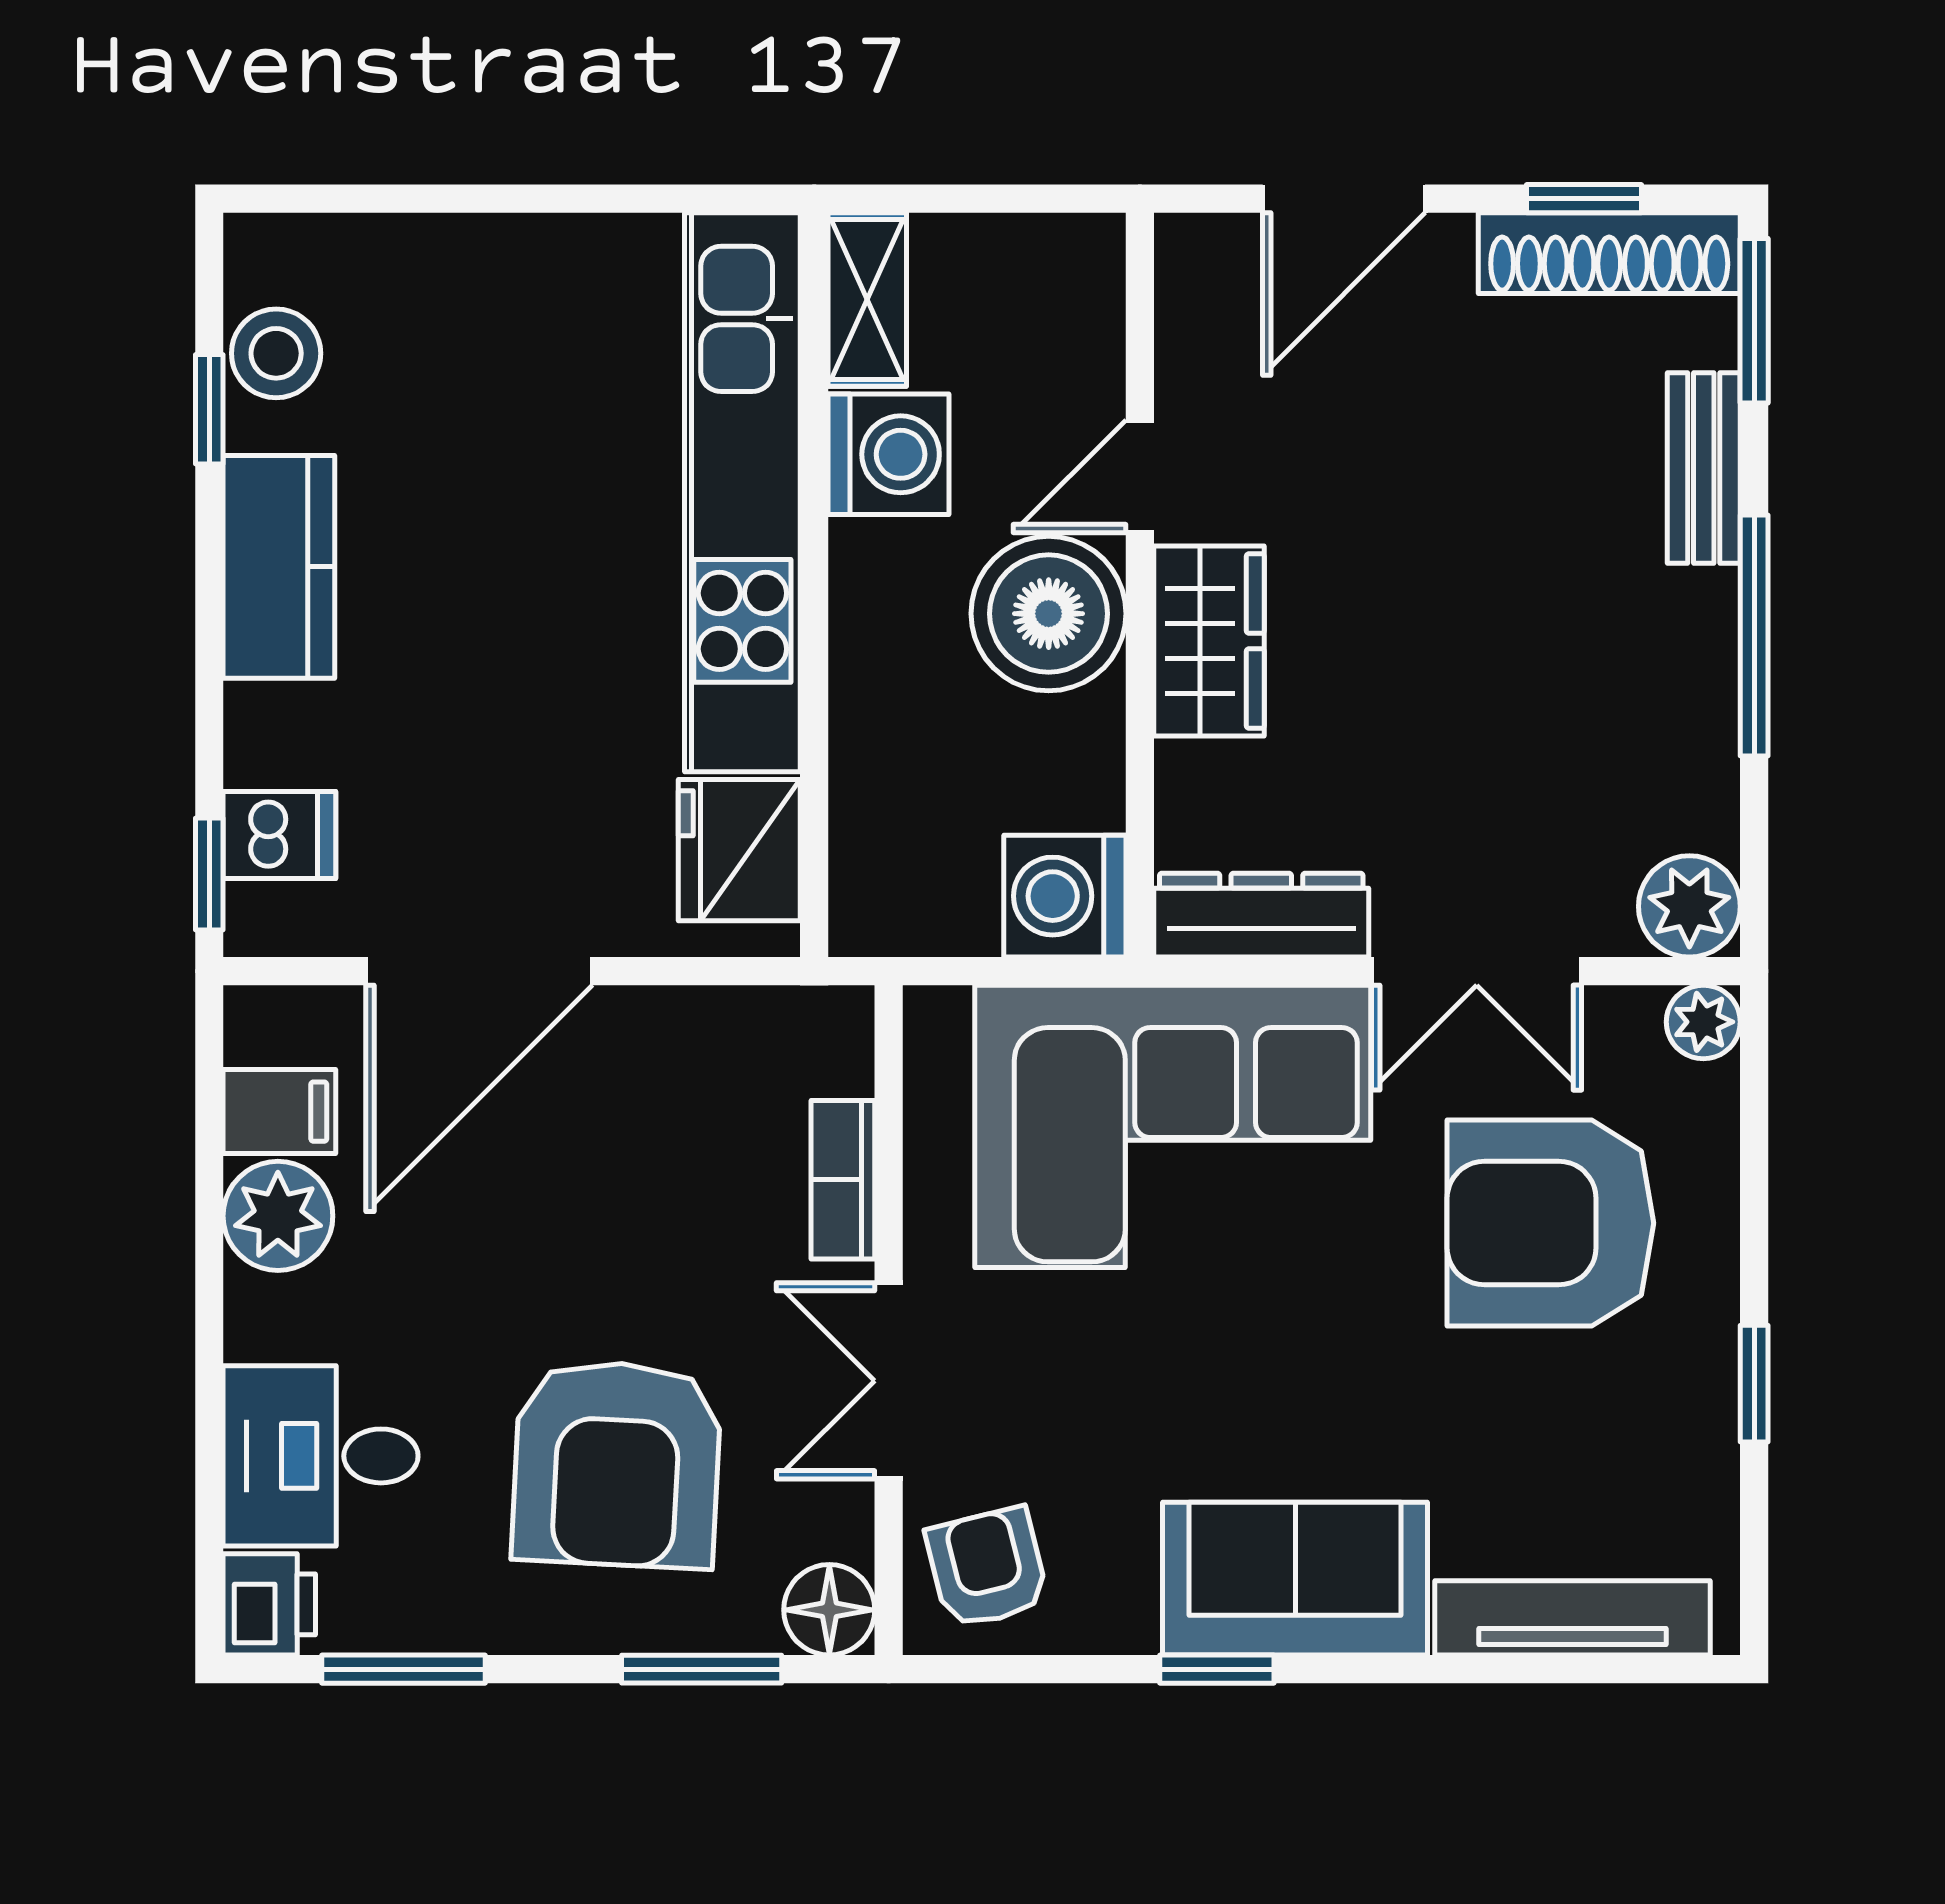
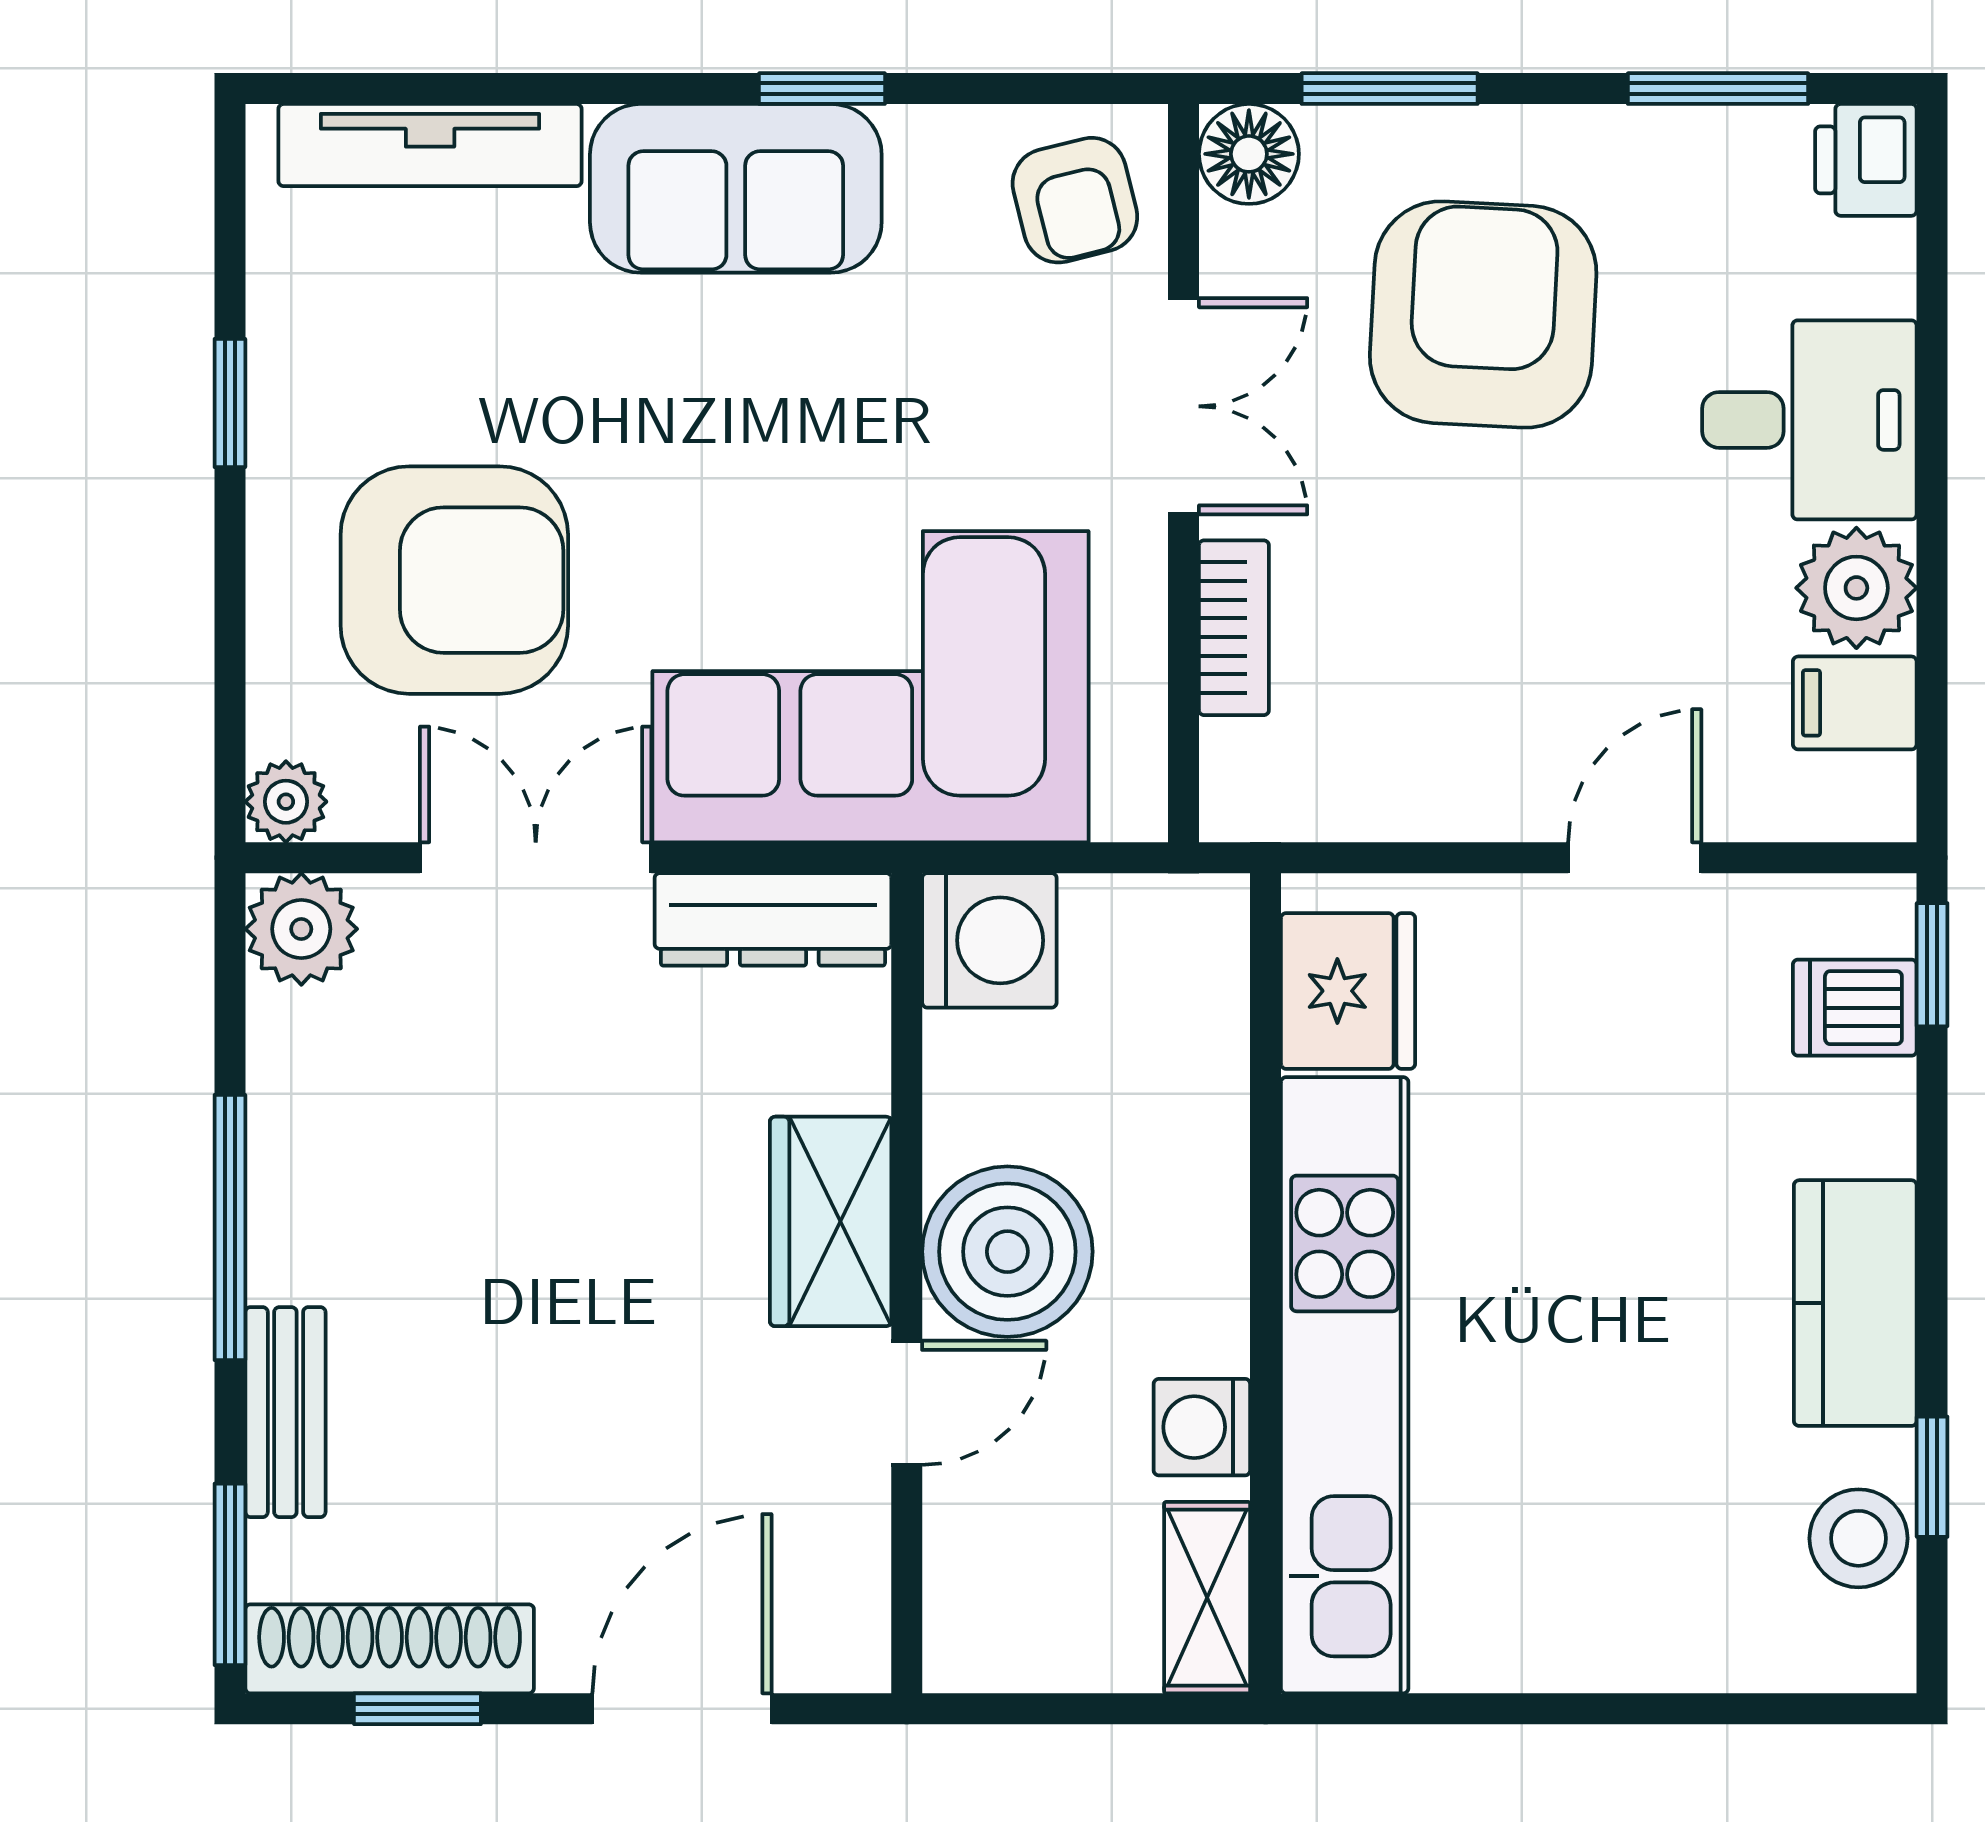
washing machine: (889, 454) -> (1202, 1427), width x0.73, depth x0.73
door: (479, 971) -> (1635, 858), width x0.53
desk: (321, 1456) -> (1809, 420), moved

